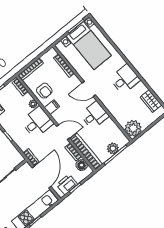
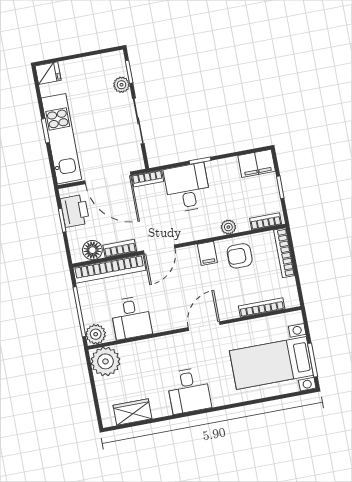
desk: (94, 115) -> (131, 318), moved
desk: (37, 122) -> (187, 188), moved, turned 180
plant: (113, 148) -> (96, 334), moved

